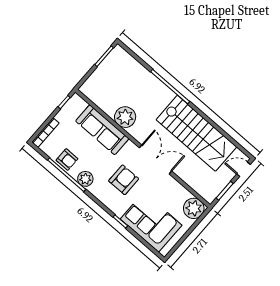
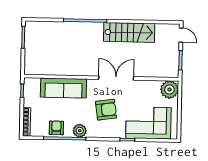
plant: (125, 117) -> (72, 67), removed
stairs: (196, 133) -> (129, 32), width x0.73, depth x0.66
armchair: (67, 160) -> (56, 128), turned -90
door: (243, 169) -> (181, 35), swing flipped
armchair: (124, 180) -> (106, 110), turned 82

